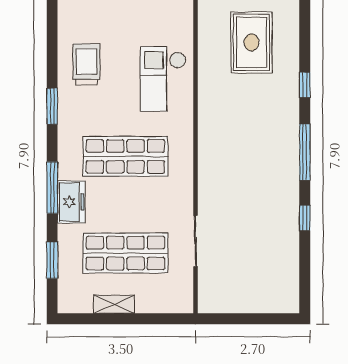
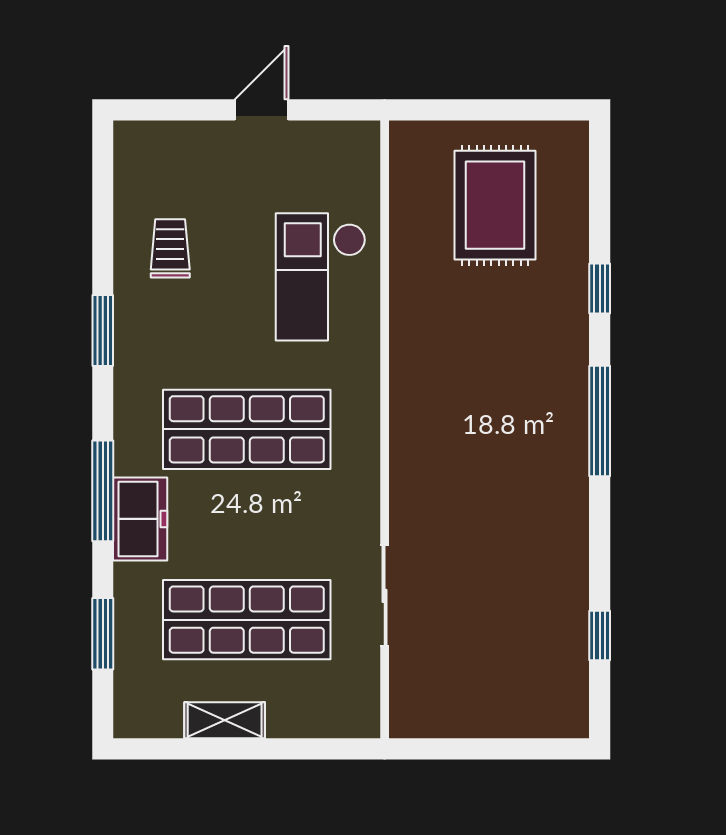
trolley: (86, 64) -> (170, 248), width x0.73, depth x0.72
window: (305, 218) -> (600, 636), moved

